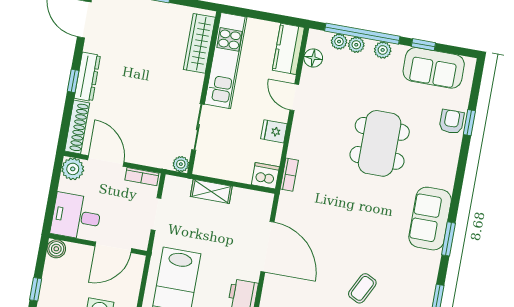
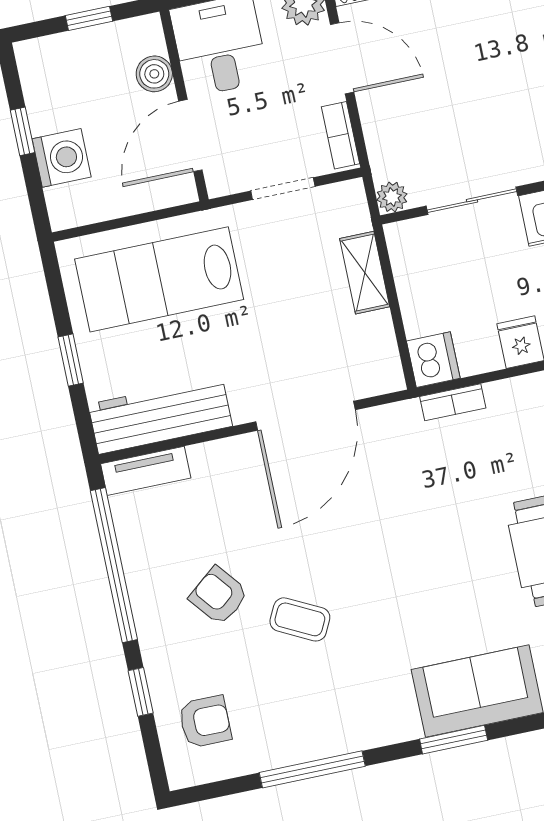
door: (106, 161) -> (342, 58), hinge flipped
door: (113, 247) -> (190, 136), hinge flipped
boiler: (56, 249) -> (154, 74), moved
window: (36, 289) -> (89, 18), moved

